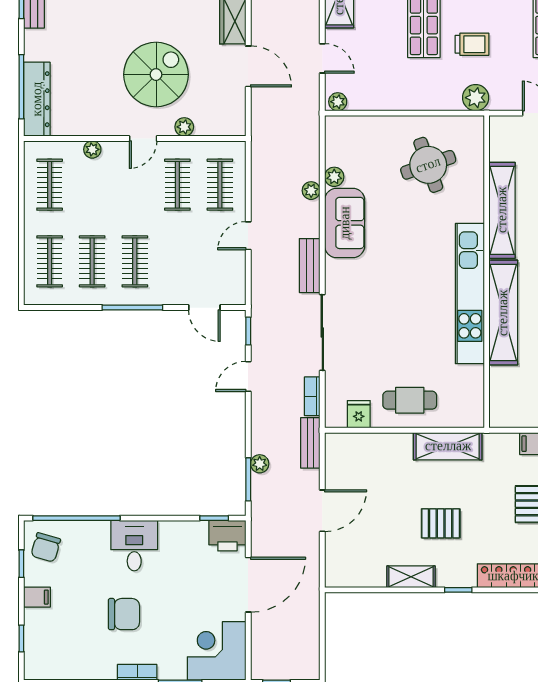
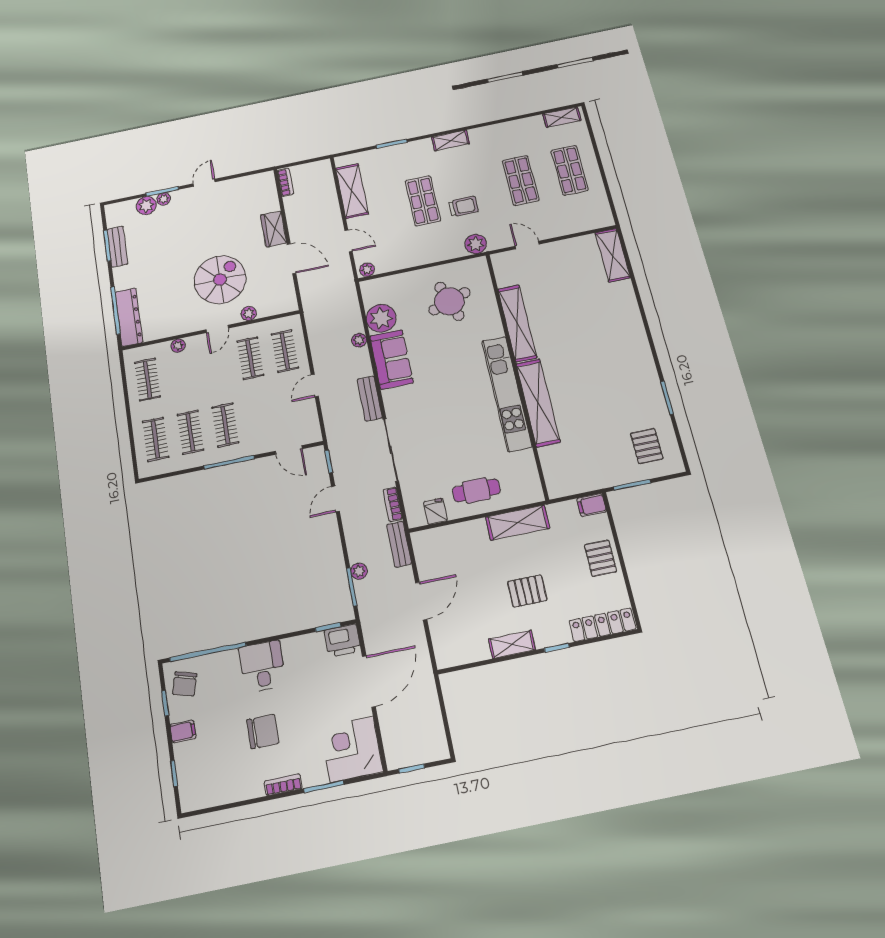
plant: (334, 177) -> (381, 318), width x1.87, depth x1.87

